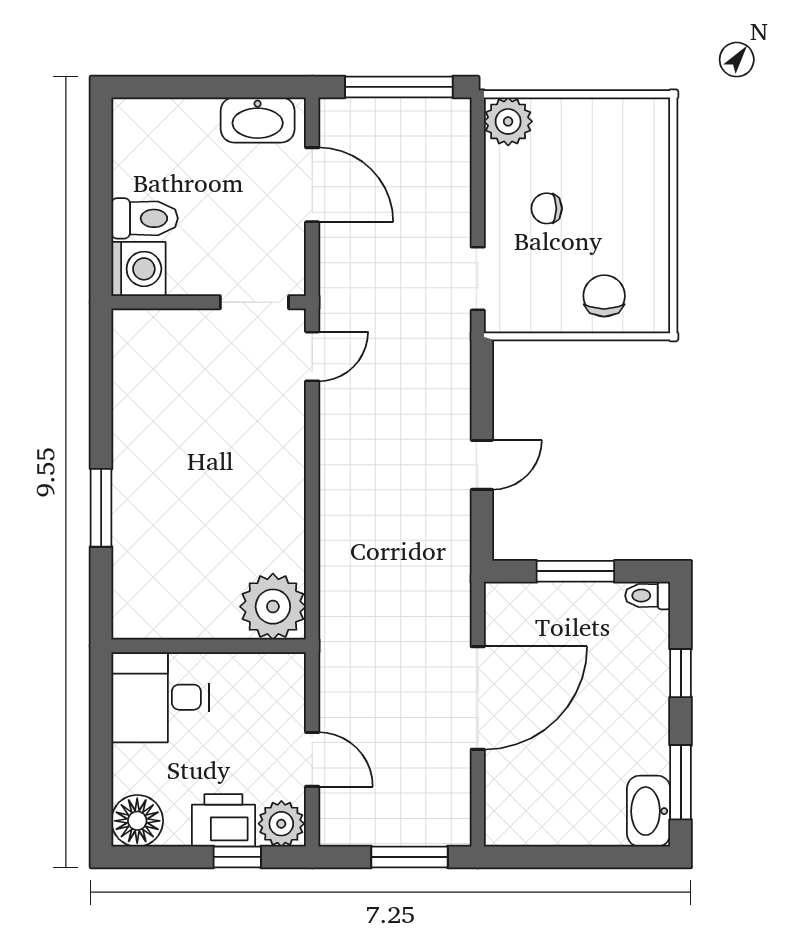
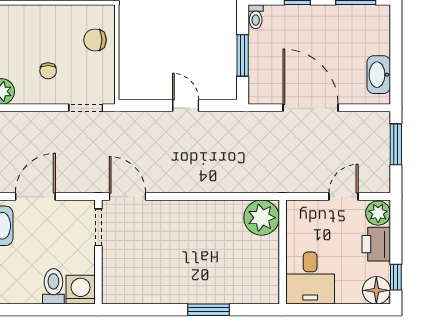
door: (312, 356) -> (127, 197), width x1.38
washbasin: (649, 811) -> (379, 75), moved, turned 90
window: (237, 857) -> (396, 277), moved

